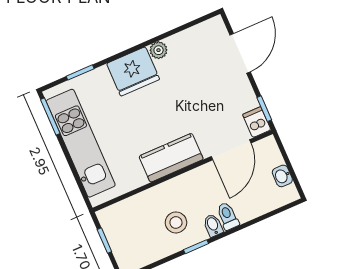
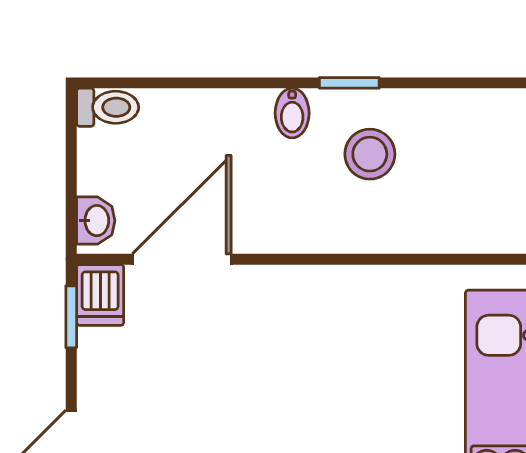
kitchen counter: (171, 158) -> (319, 299), removed
washbasin: (282, 176) -> (96, 221), moved
toilet: (228, 216) -> (108, 107), moved, turned -90

